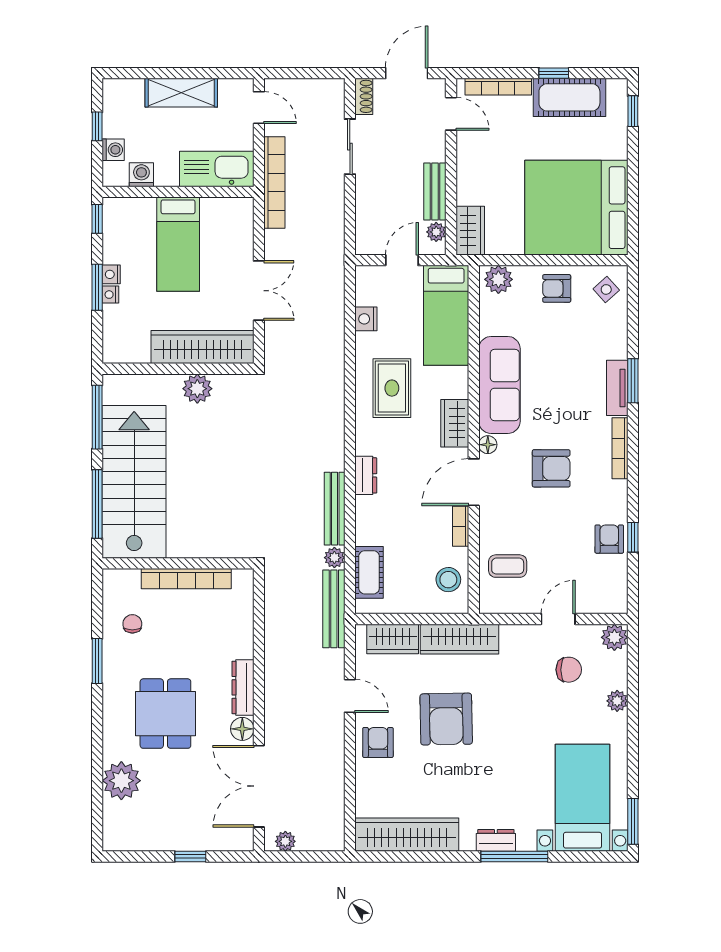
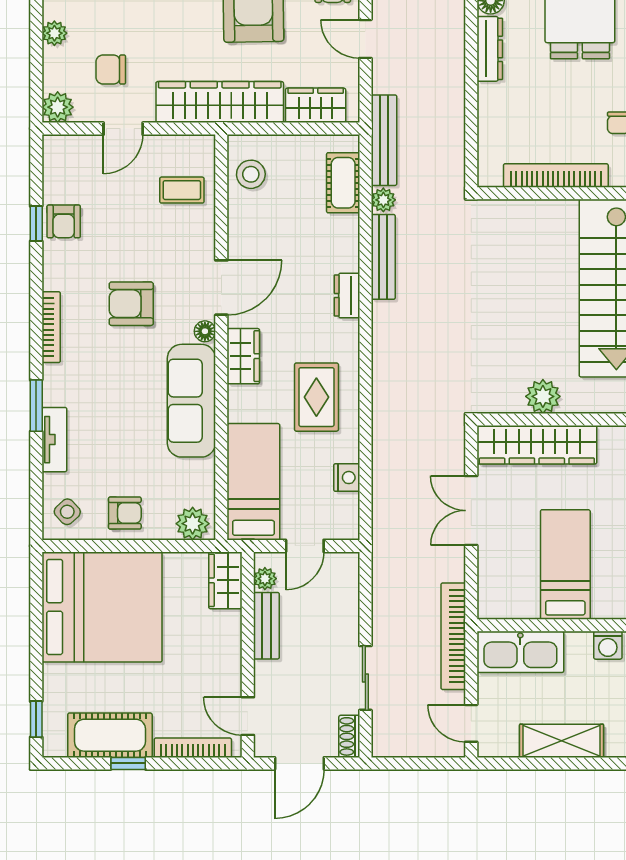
tv unit: (617, 388) -> (54, 440), moved
bookcase: (461, 526) -> (237, 236), removed
wardrobe: (460, 639) -> (220, 102), width x1.40, depth x1.17

